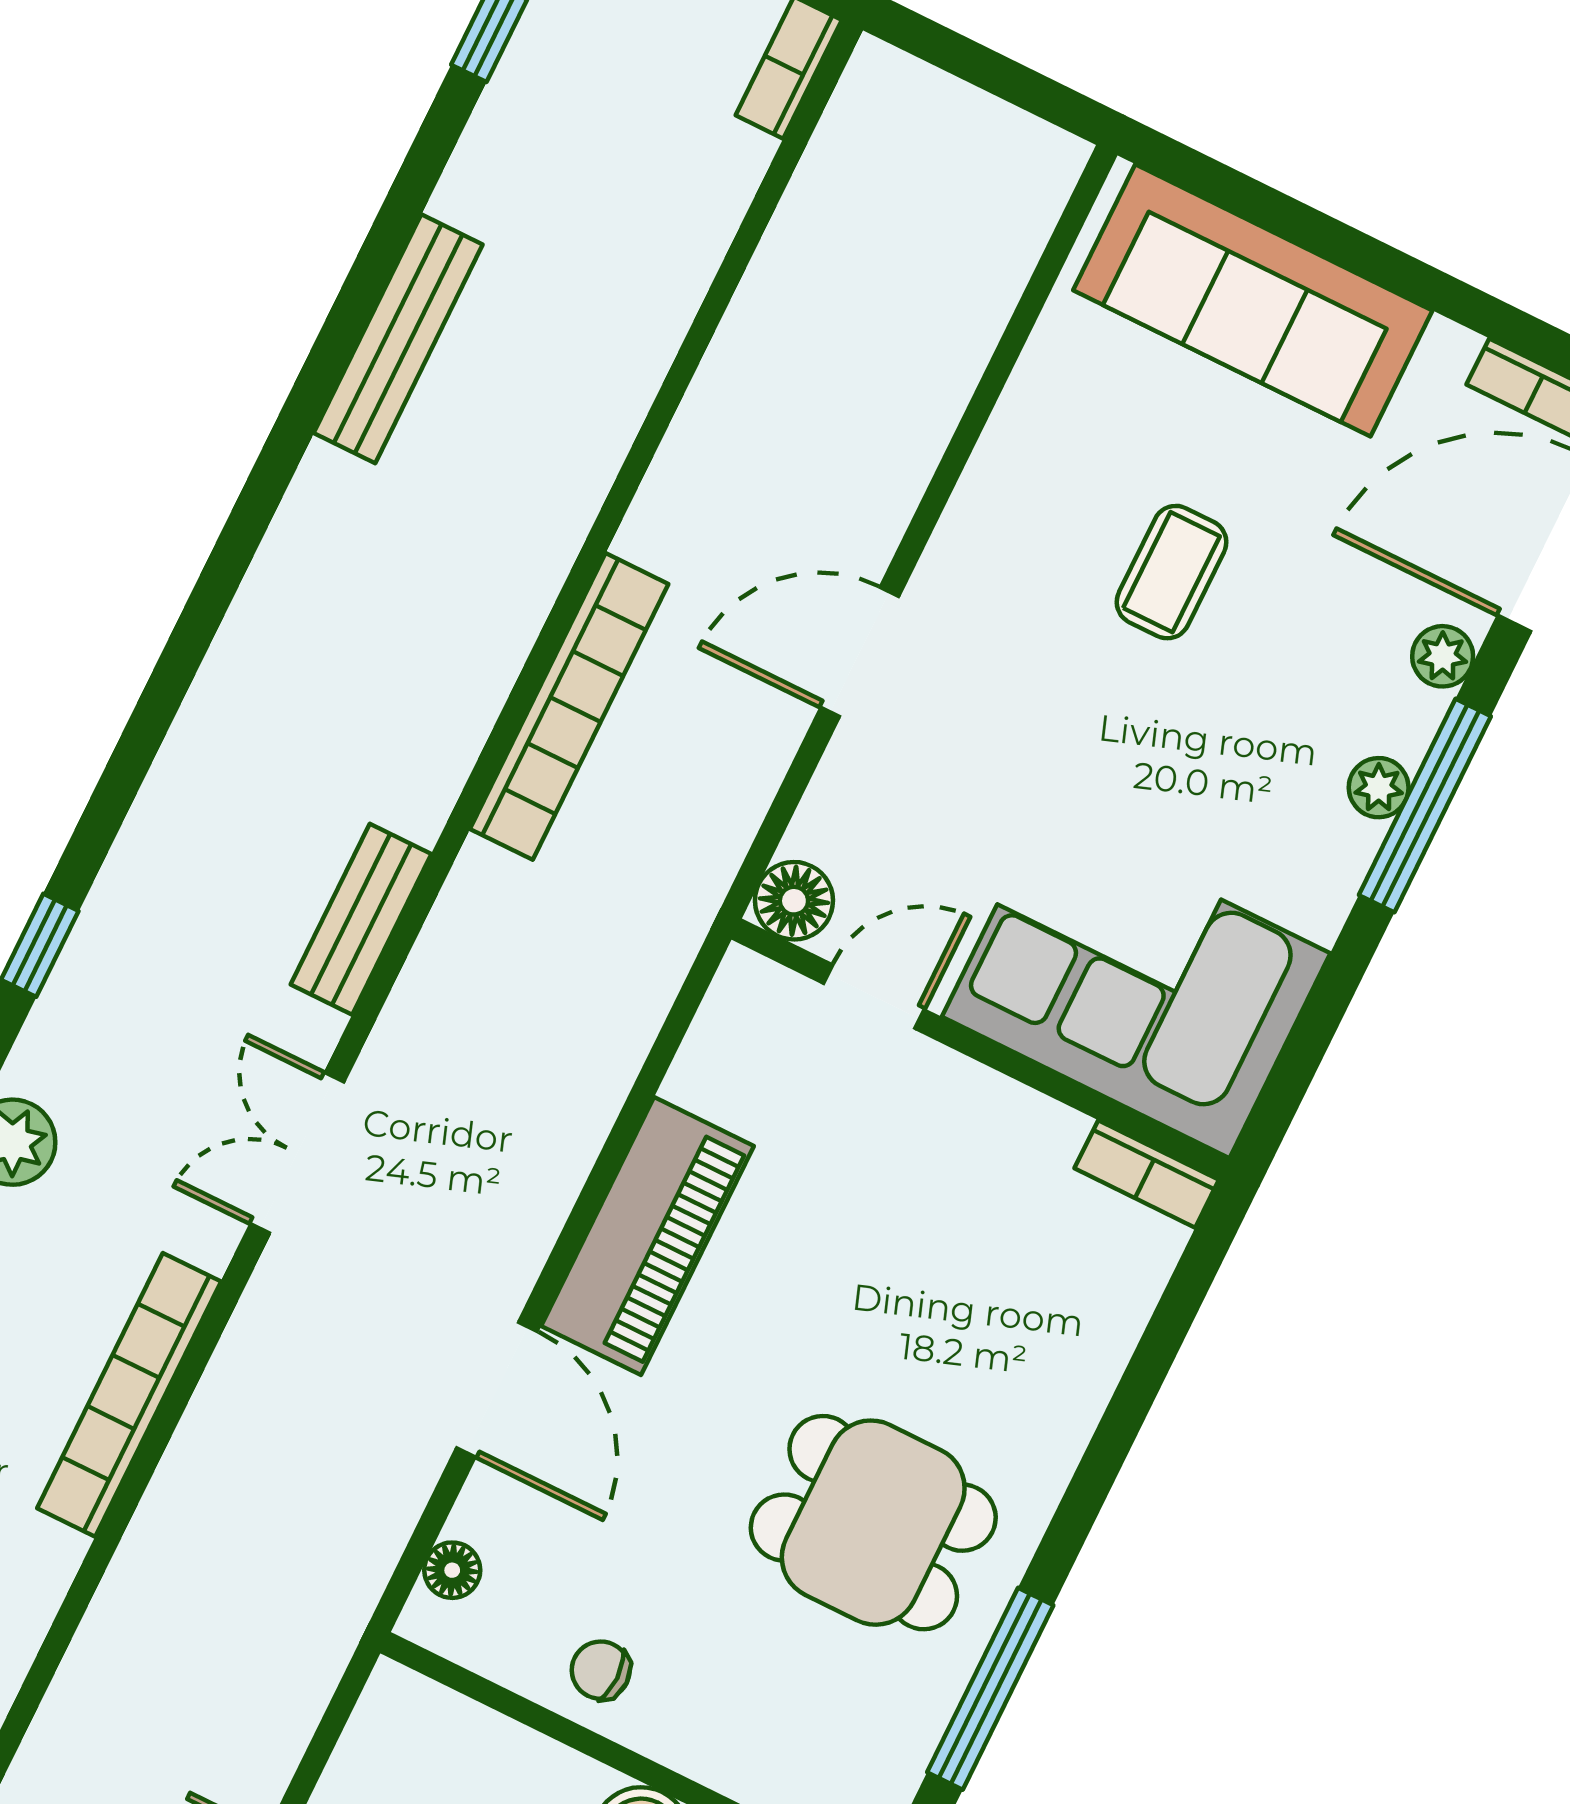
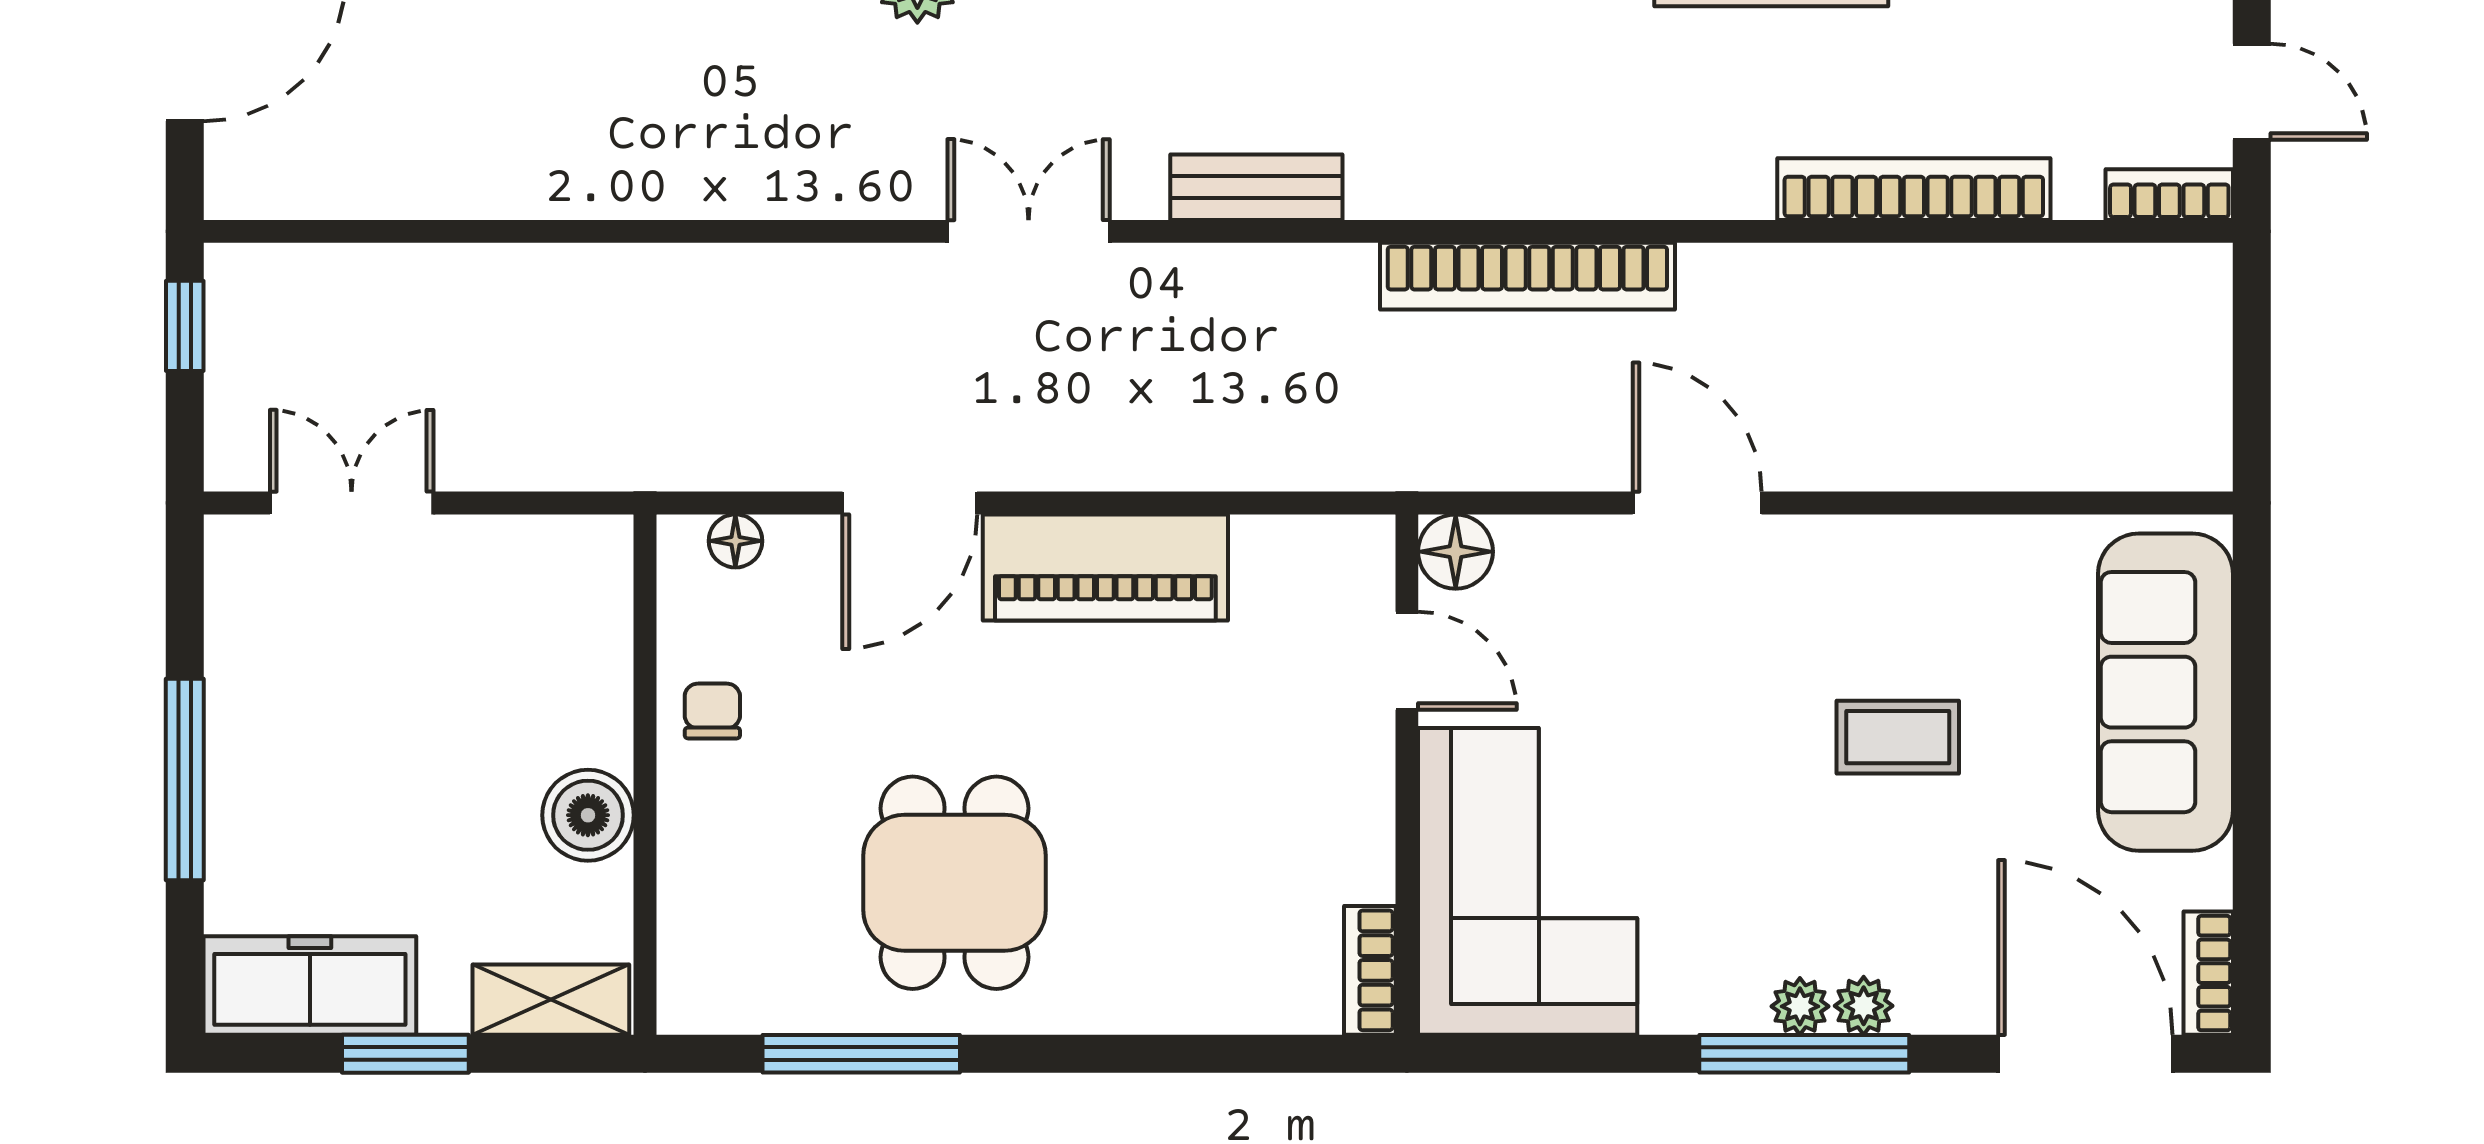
plant: (1443, 656) -> (1864, 1006), moved
bookcase: (129, 1395) -> (1914, 189), moved

